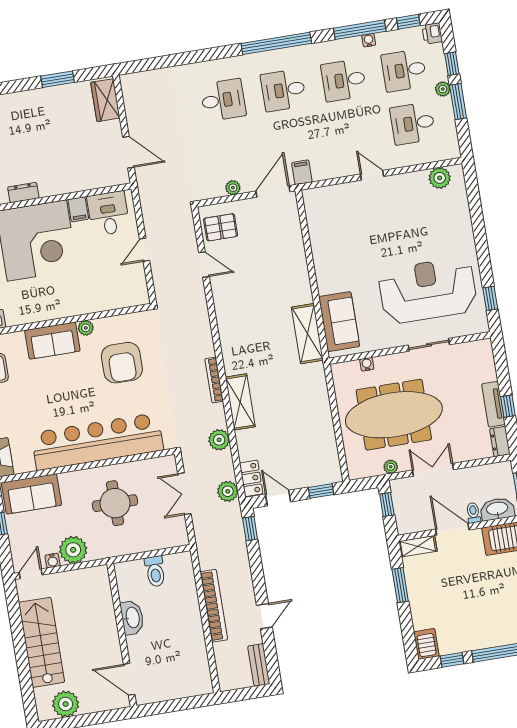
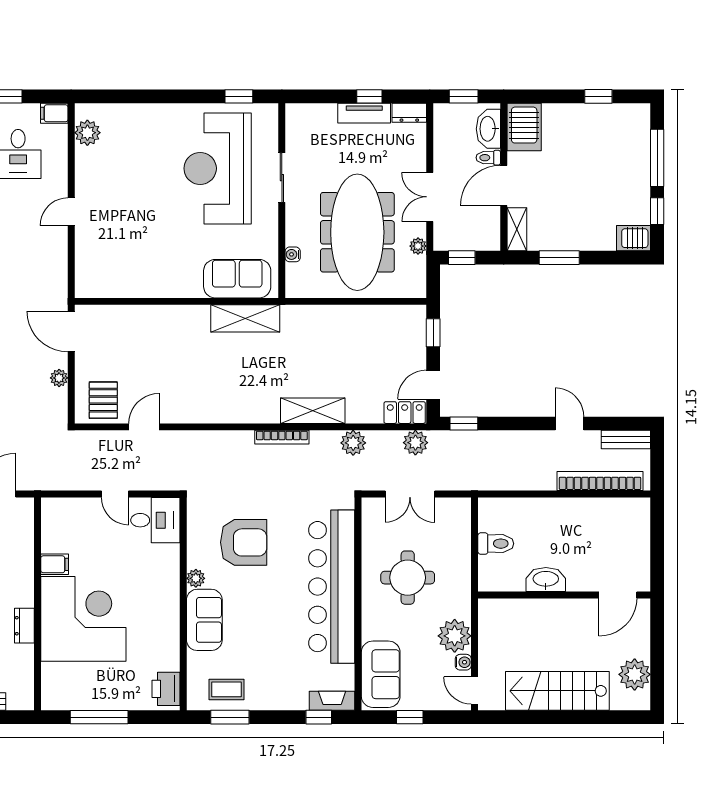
filing cabinet: (302, 172) -> (54, 113), moved
desk: (108, 213) -> (155, 520), moved, turned 180
bookcase: (214, 606) -> (600, 481), moved

